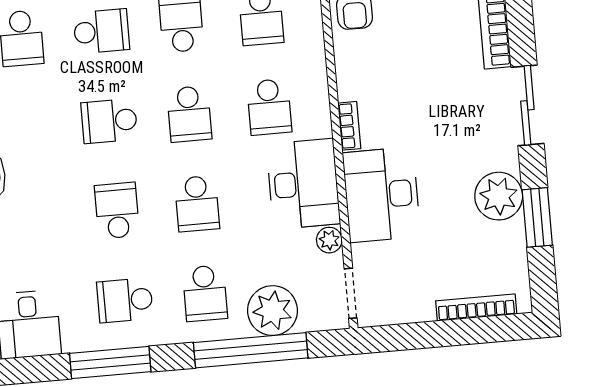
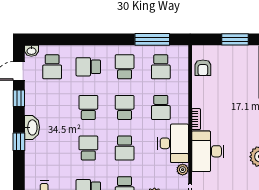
school desk: (101, 31) -> (88, 67), turned 180
school desk: (189, 114) -> (125, 107), turned 180
school desk: (109, 121) -> (88, 107), turned 90

